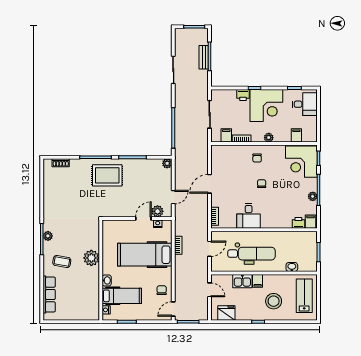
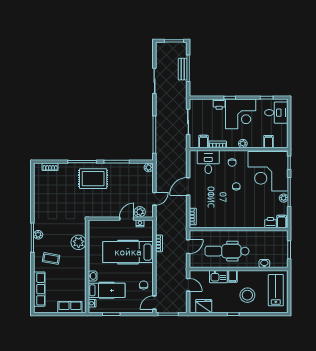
corner desk: (301, 162) -> (268, 171), width x1.36, depth x1.36
desk: (249, 216) -> (208, 162), moved, turned 180
dental chair: (252, 254) -> (227, 251), turned 180
plant: (91, 258) -> (79, 242), moved
row of seats: (82, 314) -> (70, 307), added

